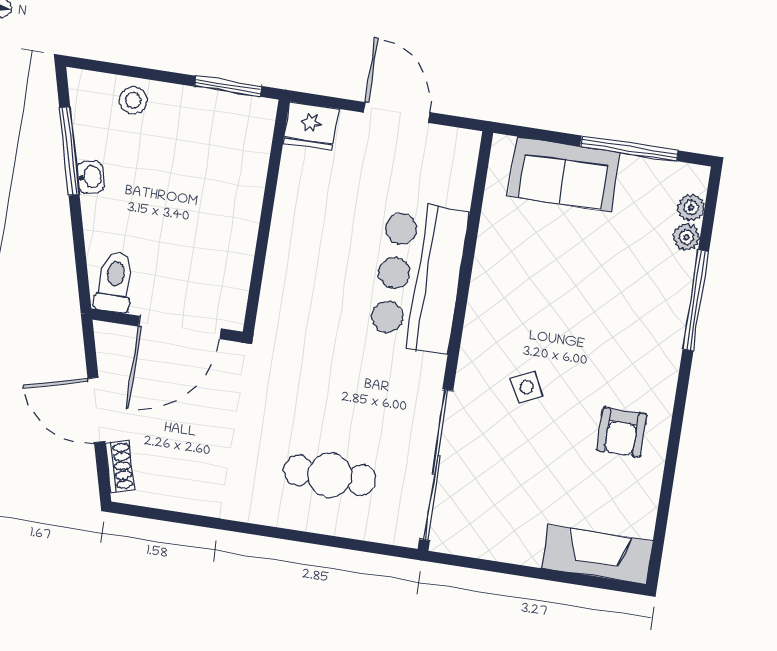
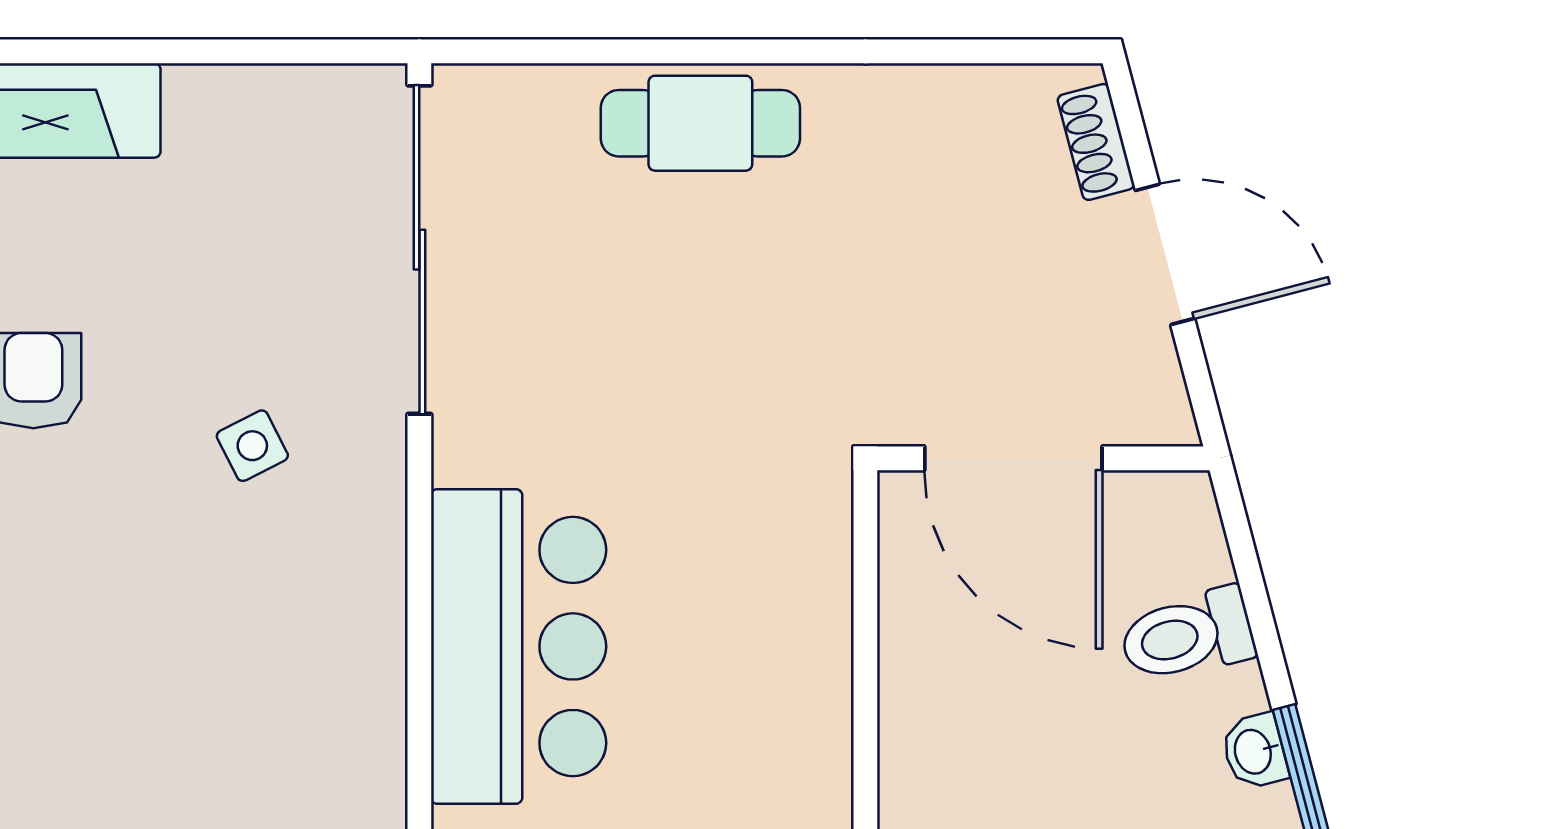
toilet: (115, 282) -> (1187, 635), moved, turned 75
door: (180, 328) -> (1013, 458), swing flipped
cafe table: (330, 475) -> (700, 123), moved

